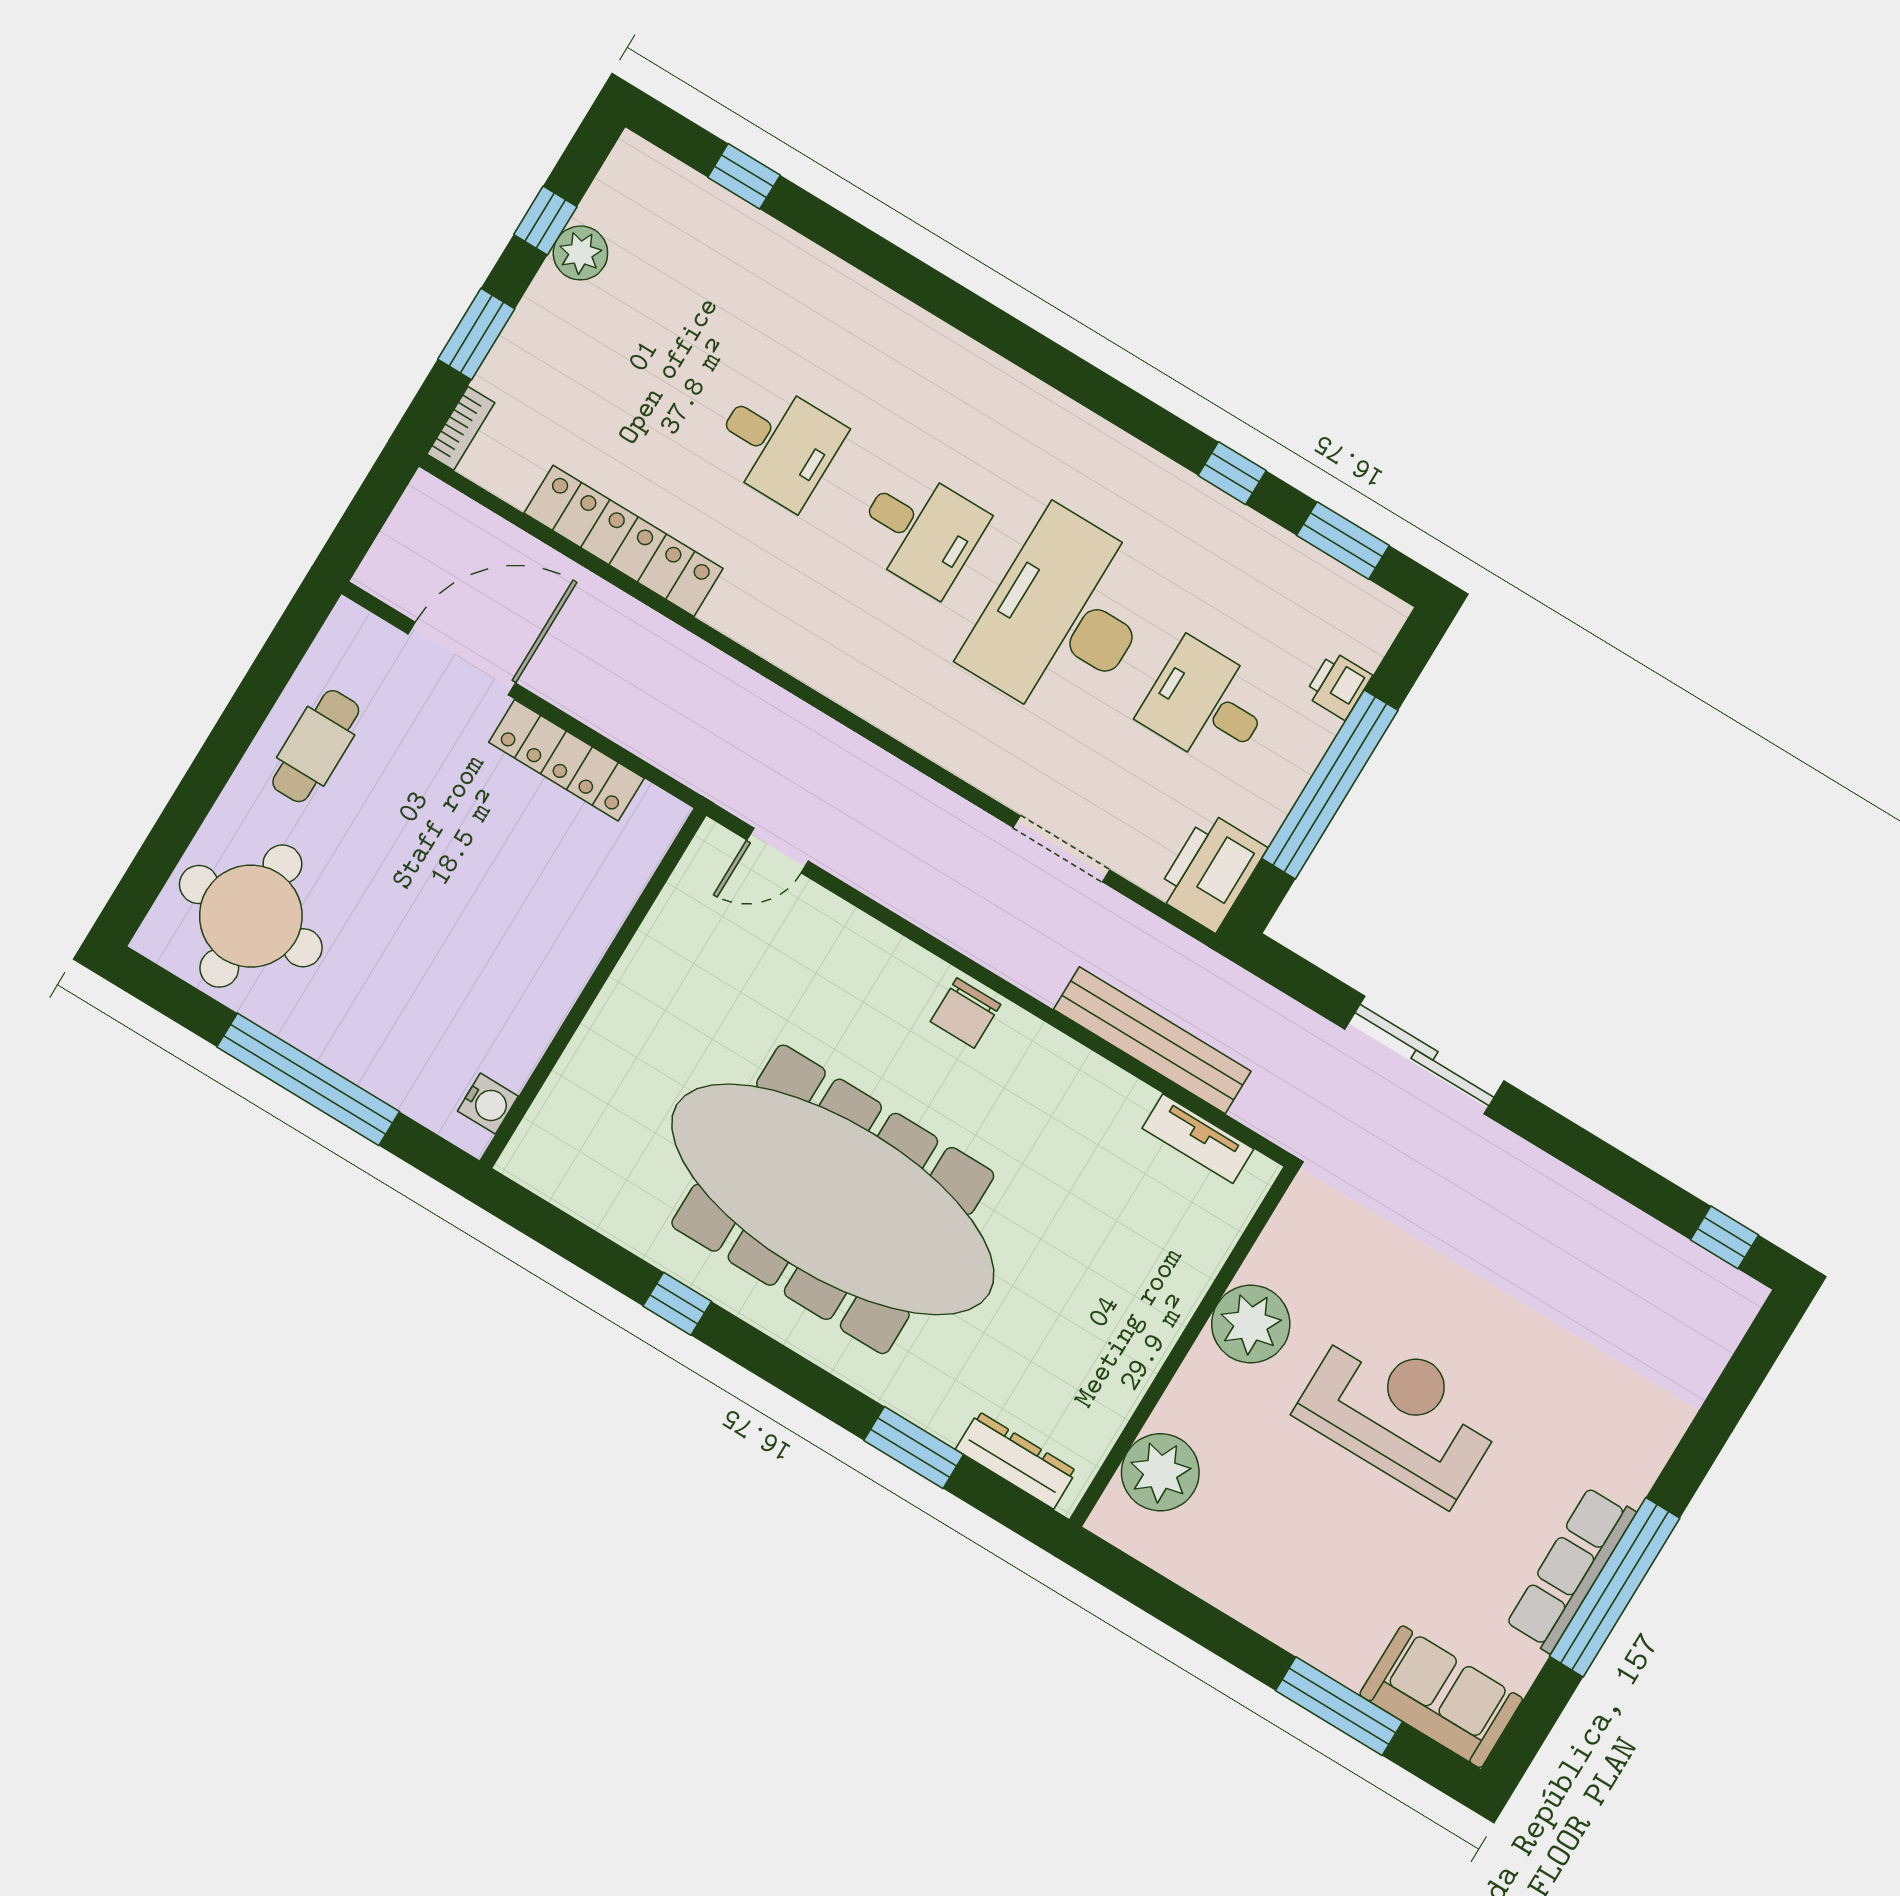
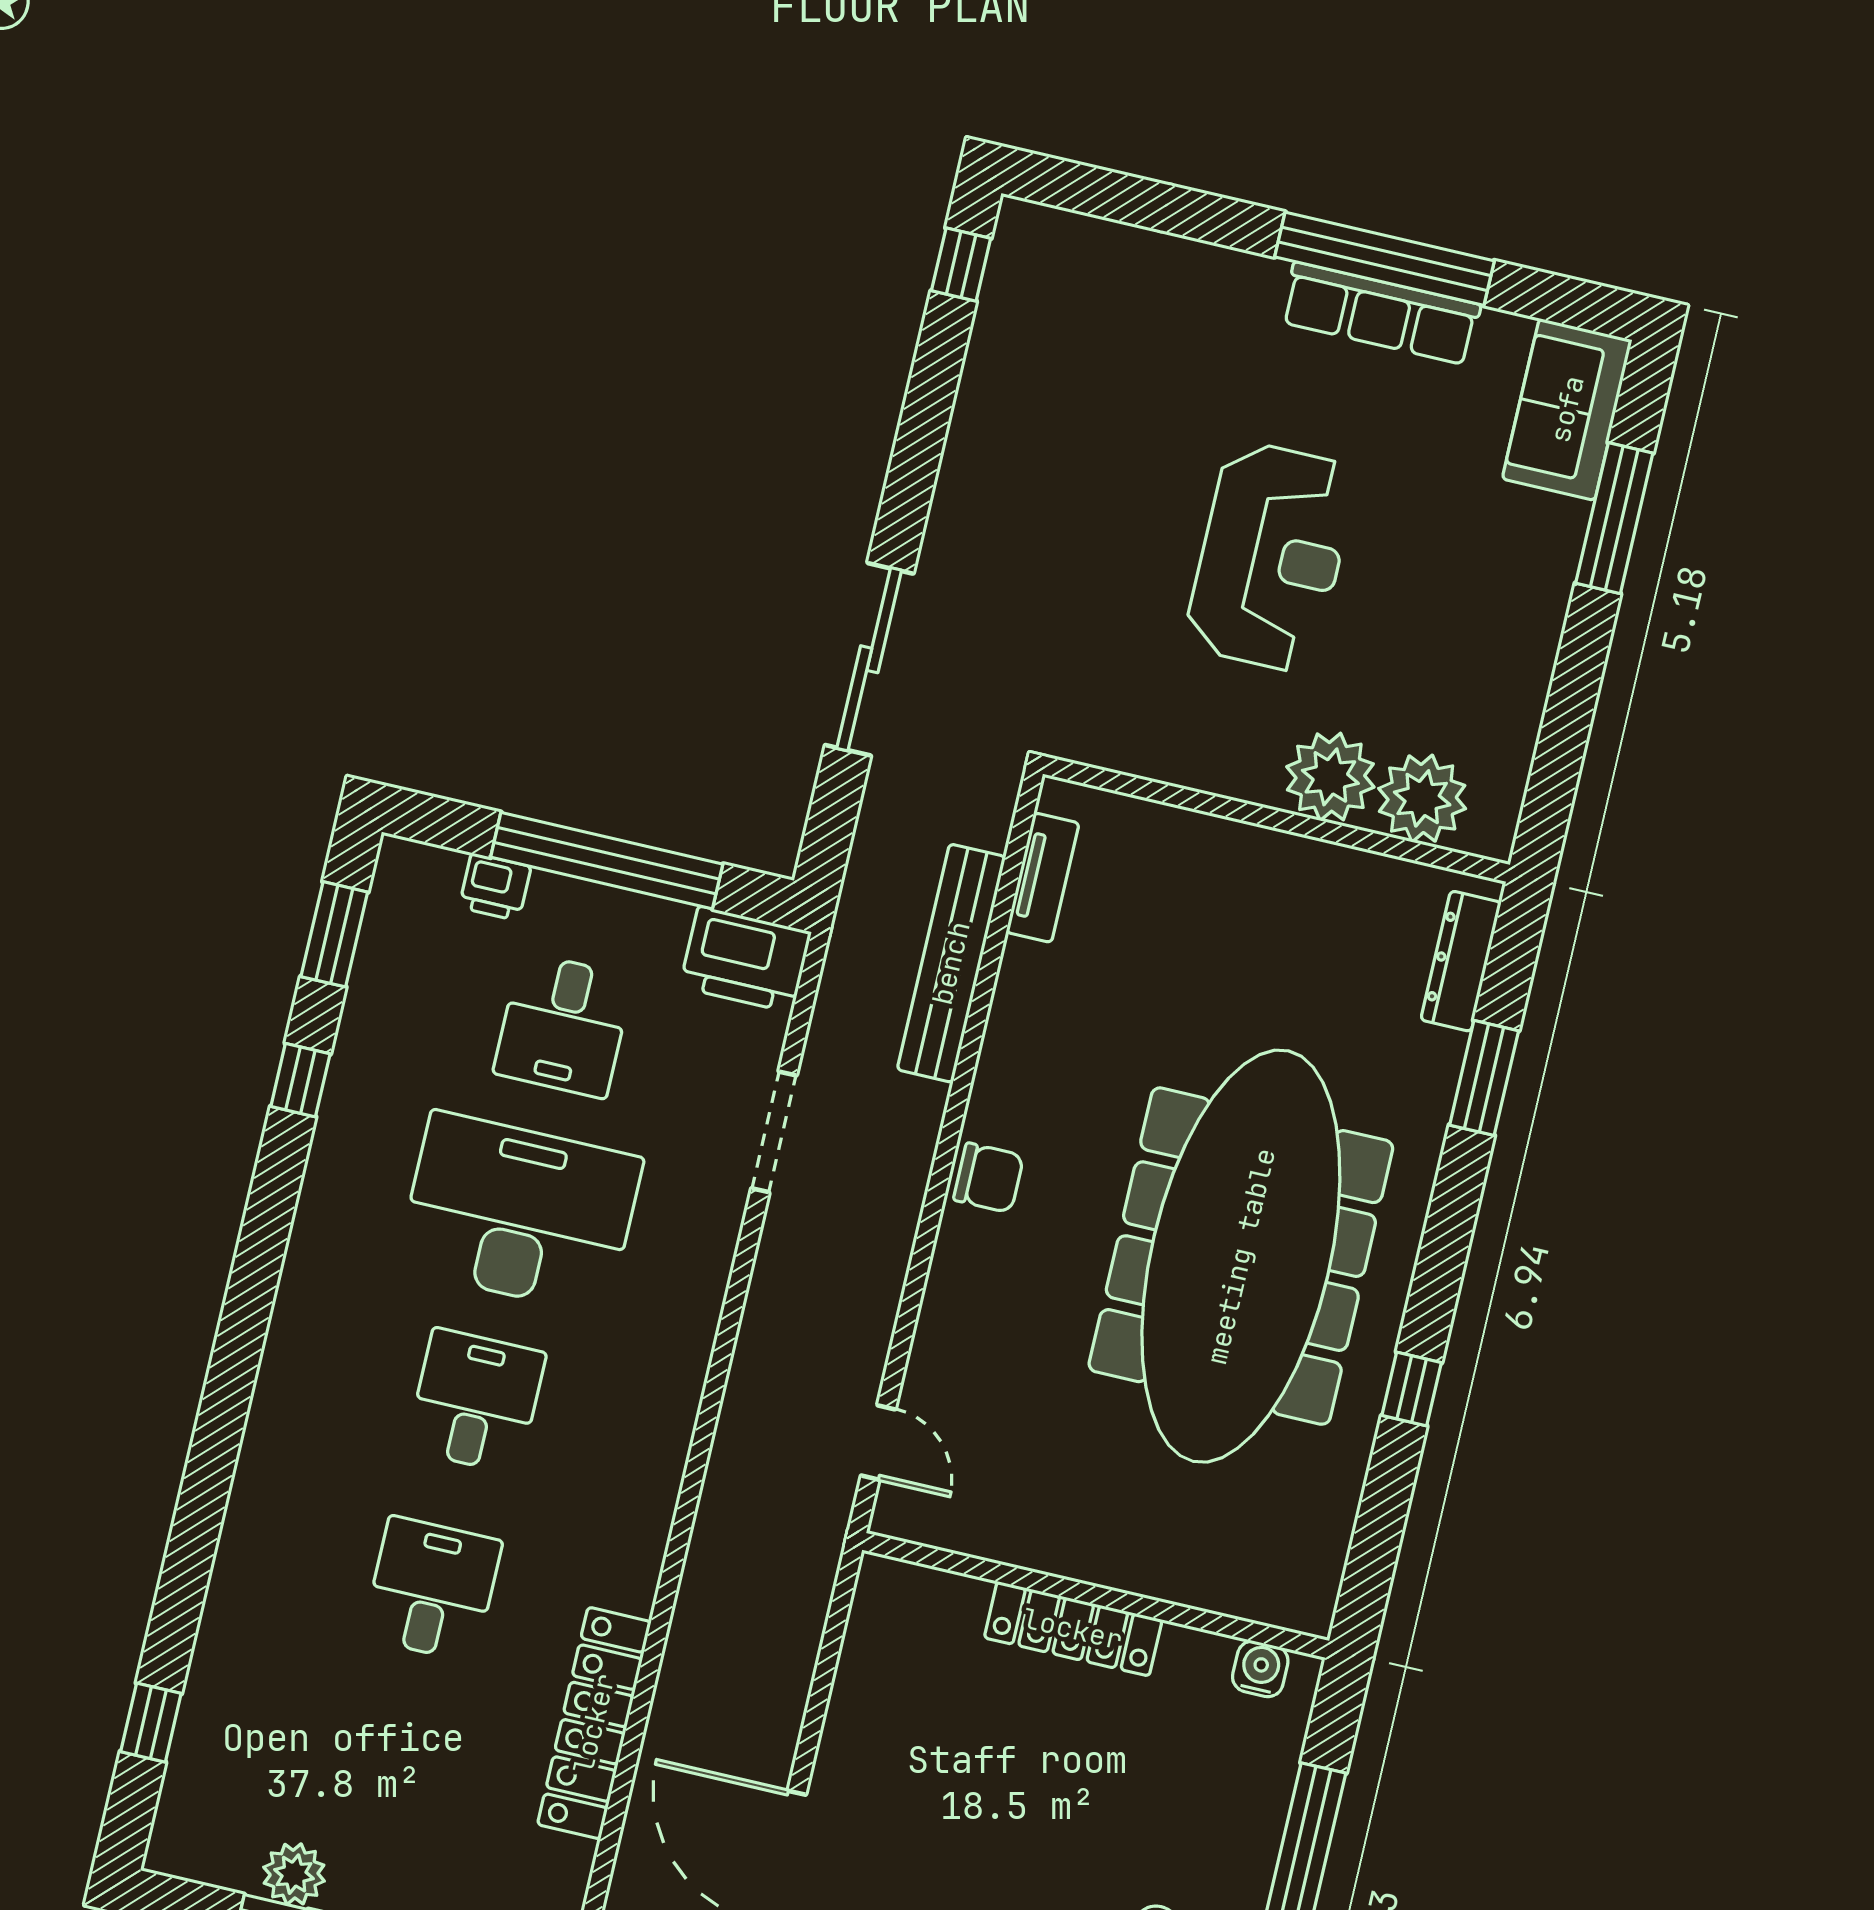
desk: (1063, 617) -> (520, 1213), turned 180
locker: (566, 760) -> (1073, 1629), moved, turned 90
plant: (1251, 1324) -> (1330, 777), moved
reception desk: (1400, 1413) -> (1271, 557), turned 180

